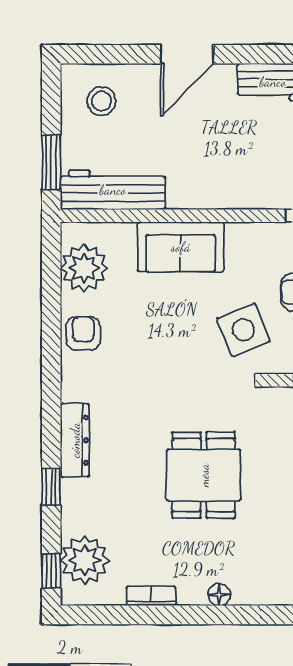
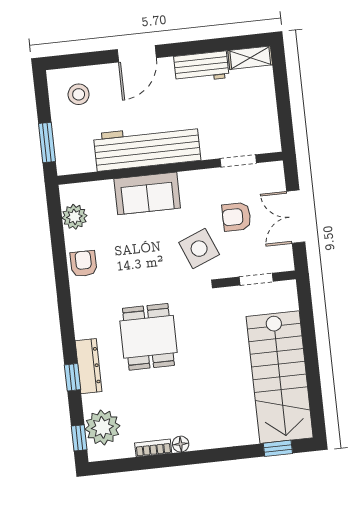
workbench: (113, 190) -> (147, 147), moved, width x1.36, depth x1.32
plant: (84, 268) -> (74, 217), width x0.73, depth x0.73
dresser: (75, 440) -> (89, 366), moved
dining table: (204, 475) -> (148, 337), moved
floor lamp: (219, 595) -> (181, 444), moved

